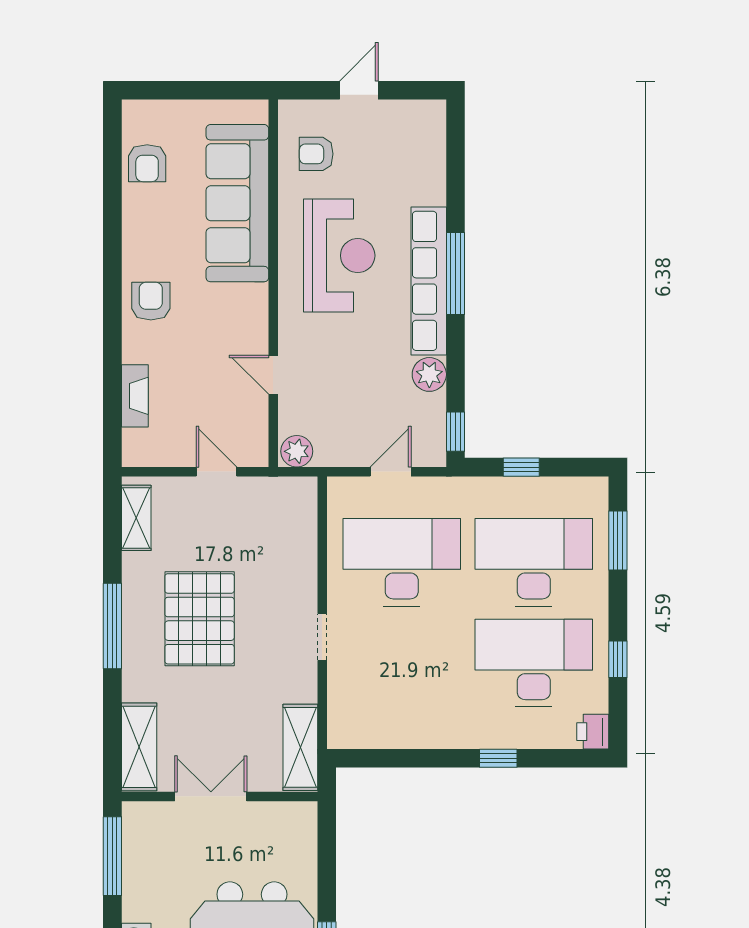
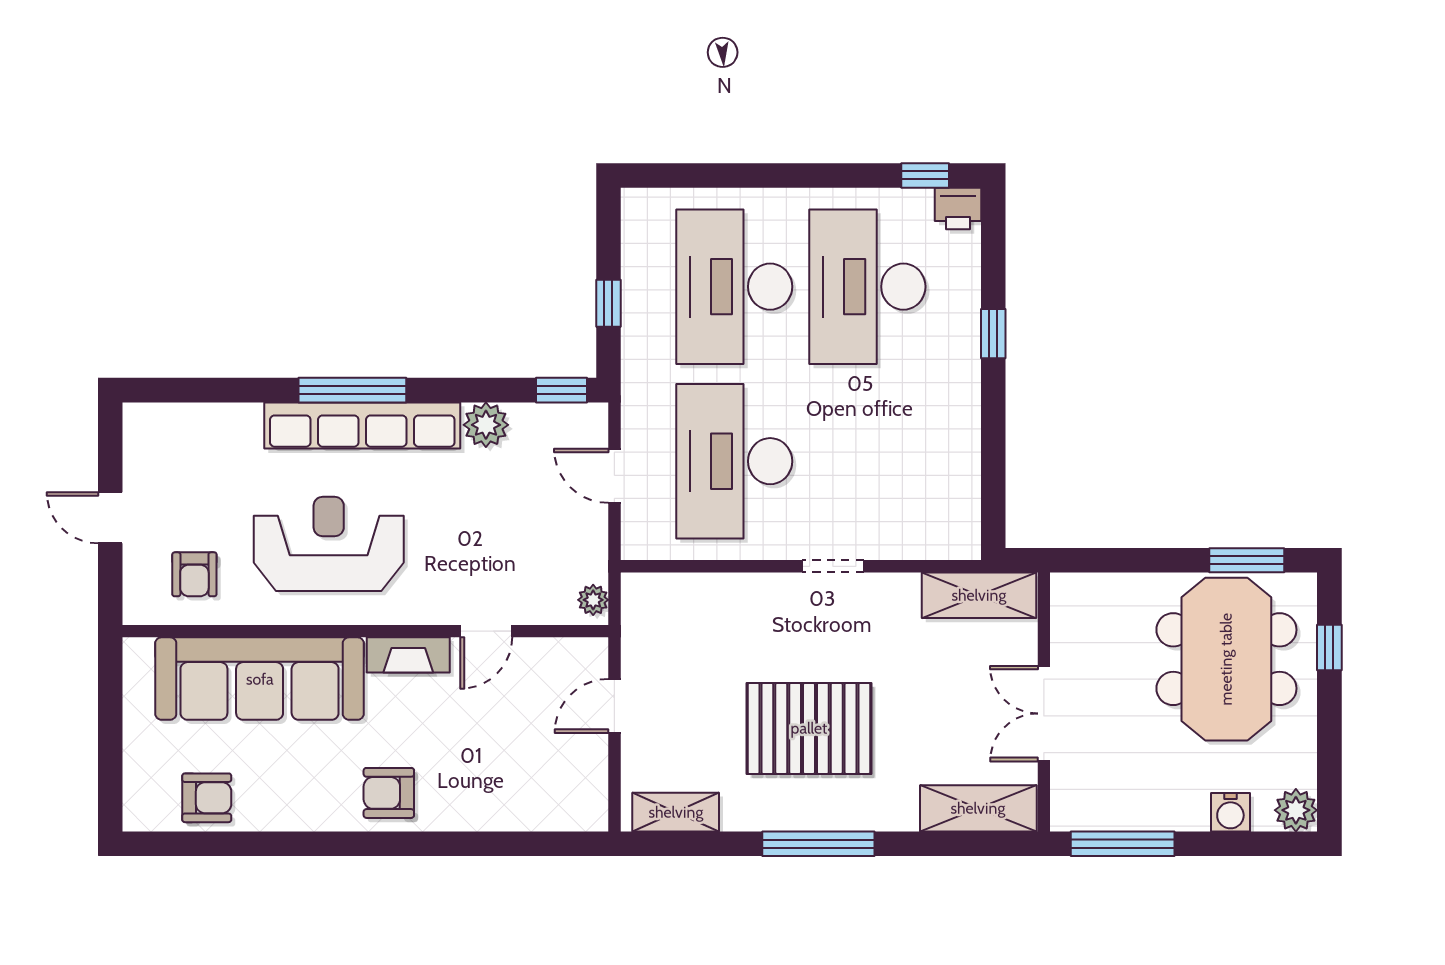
fireplace: (135, 396) -> (408, 655), moved, turned 180
plant: (297, 451) -> (593, 600), width x0.73, depth x0.73
window: (618, 541) -> (705, 175), removed
window: (618, 659) -> (925, 175), moved

